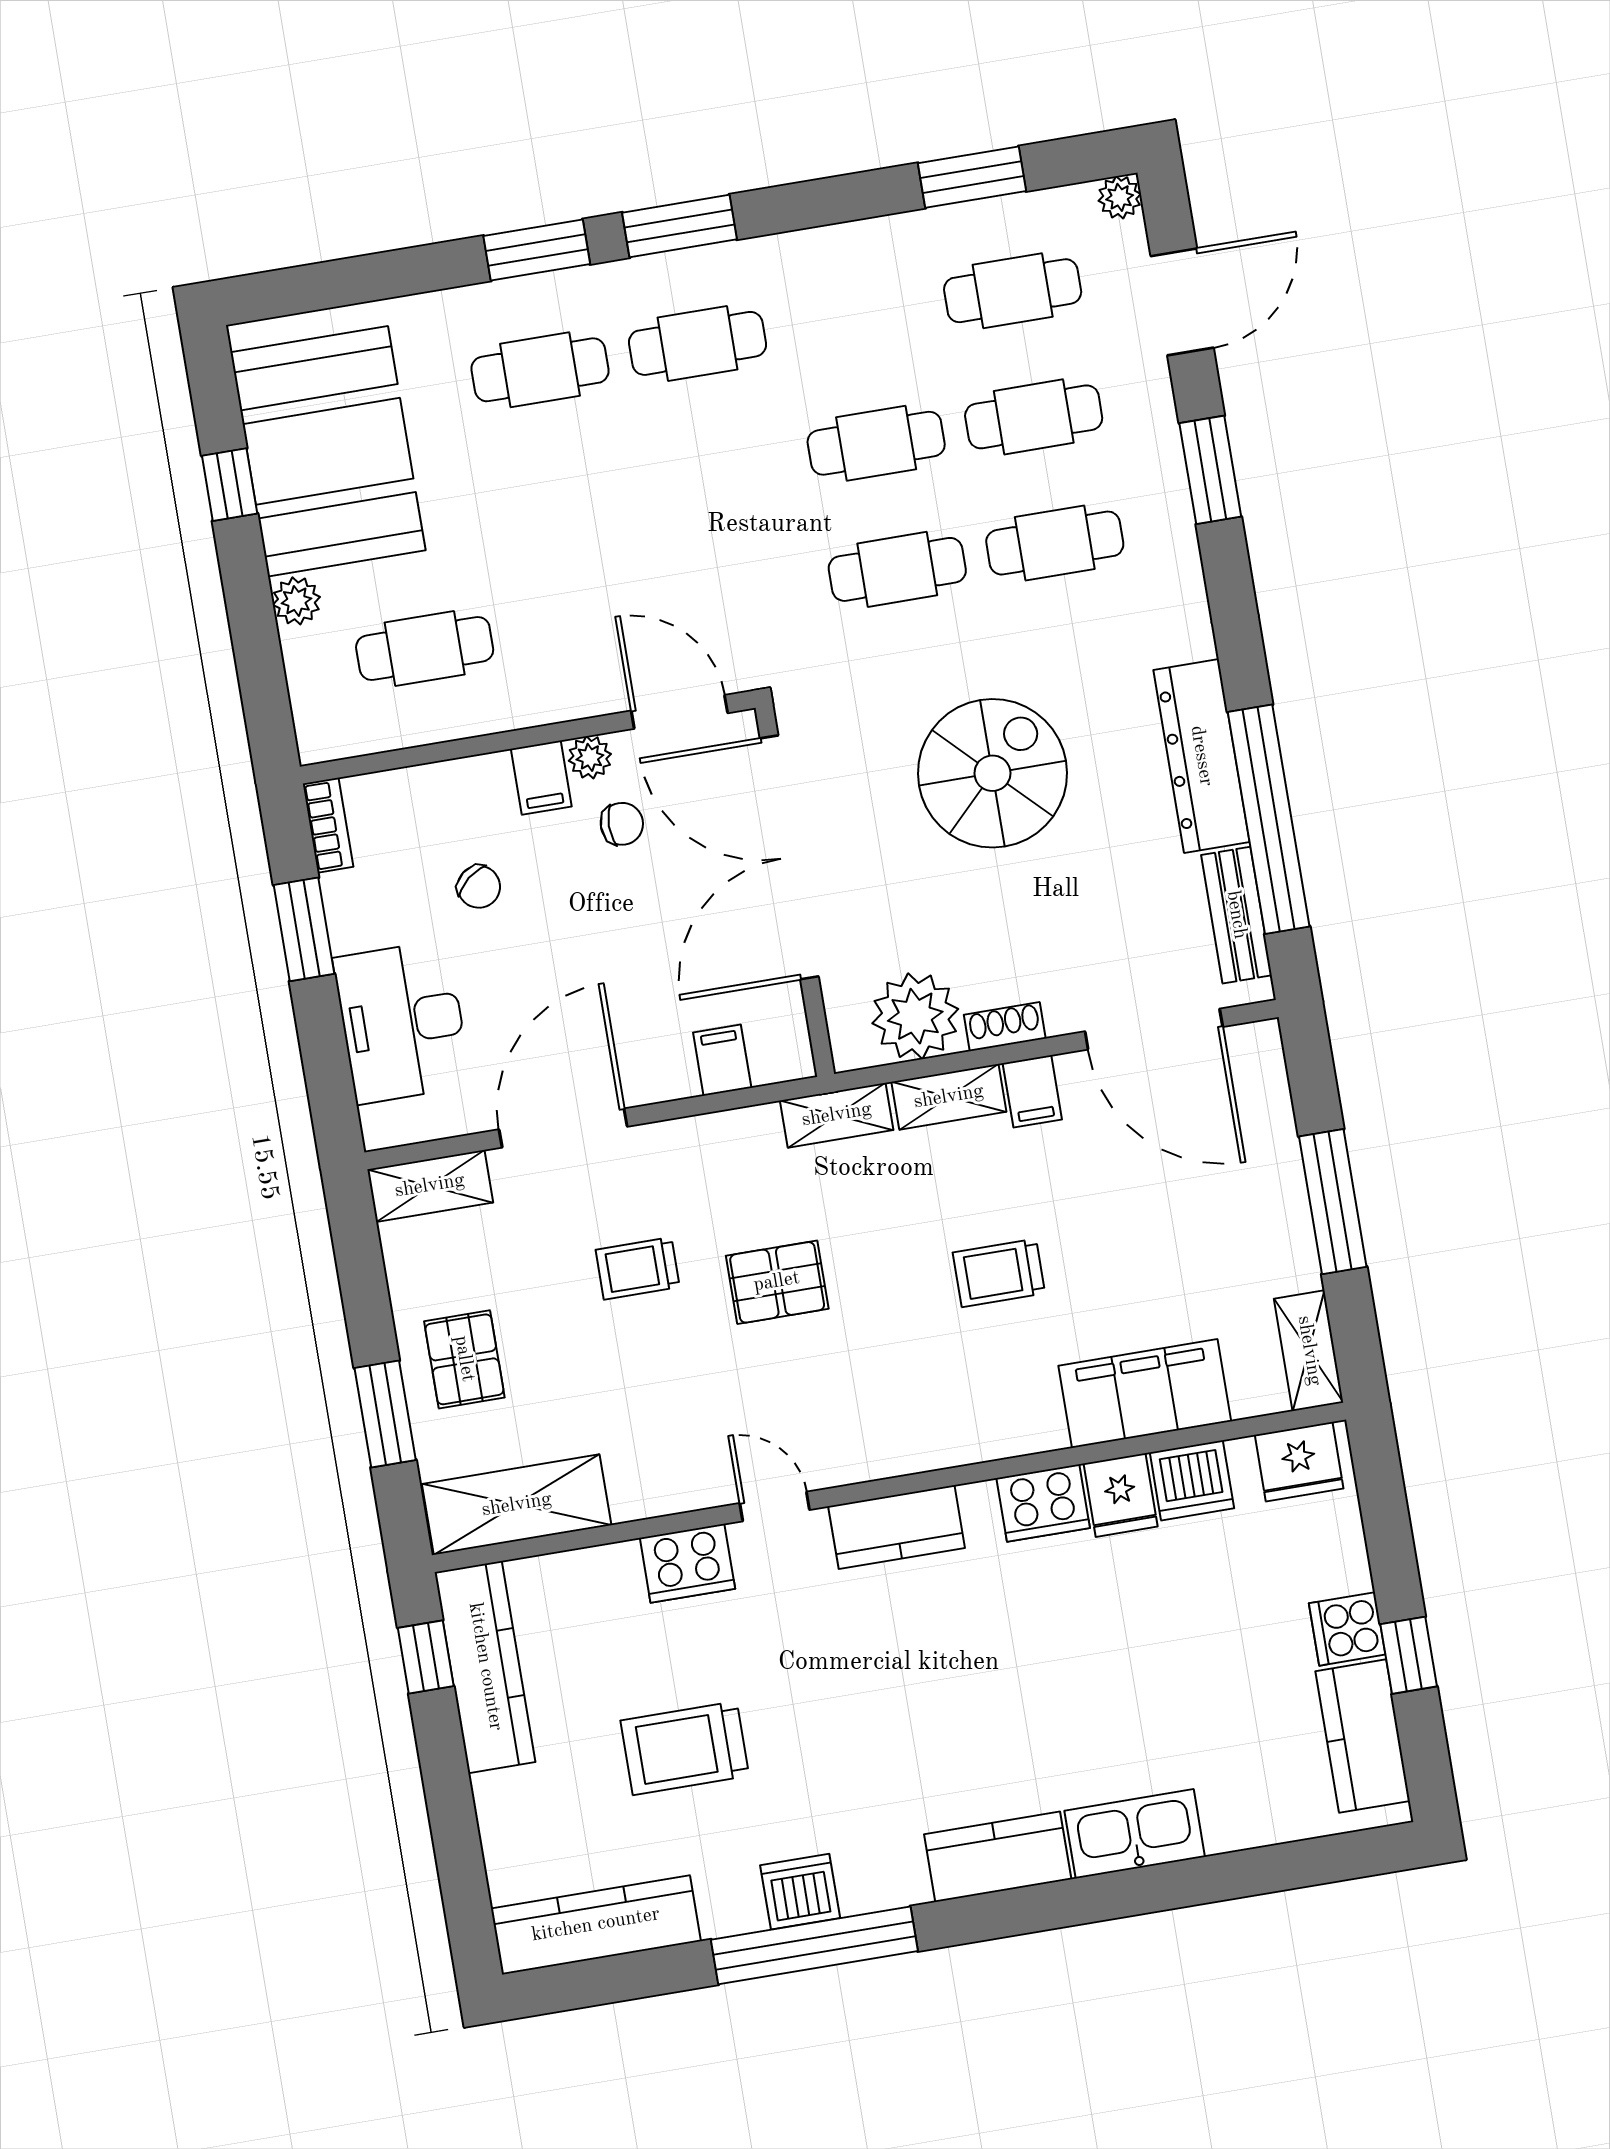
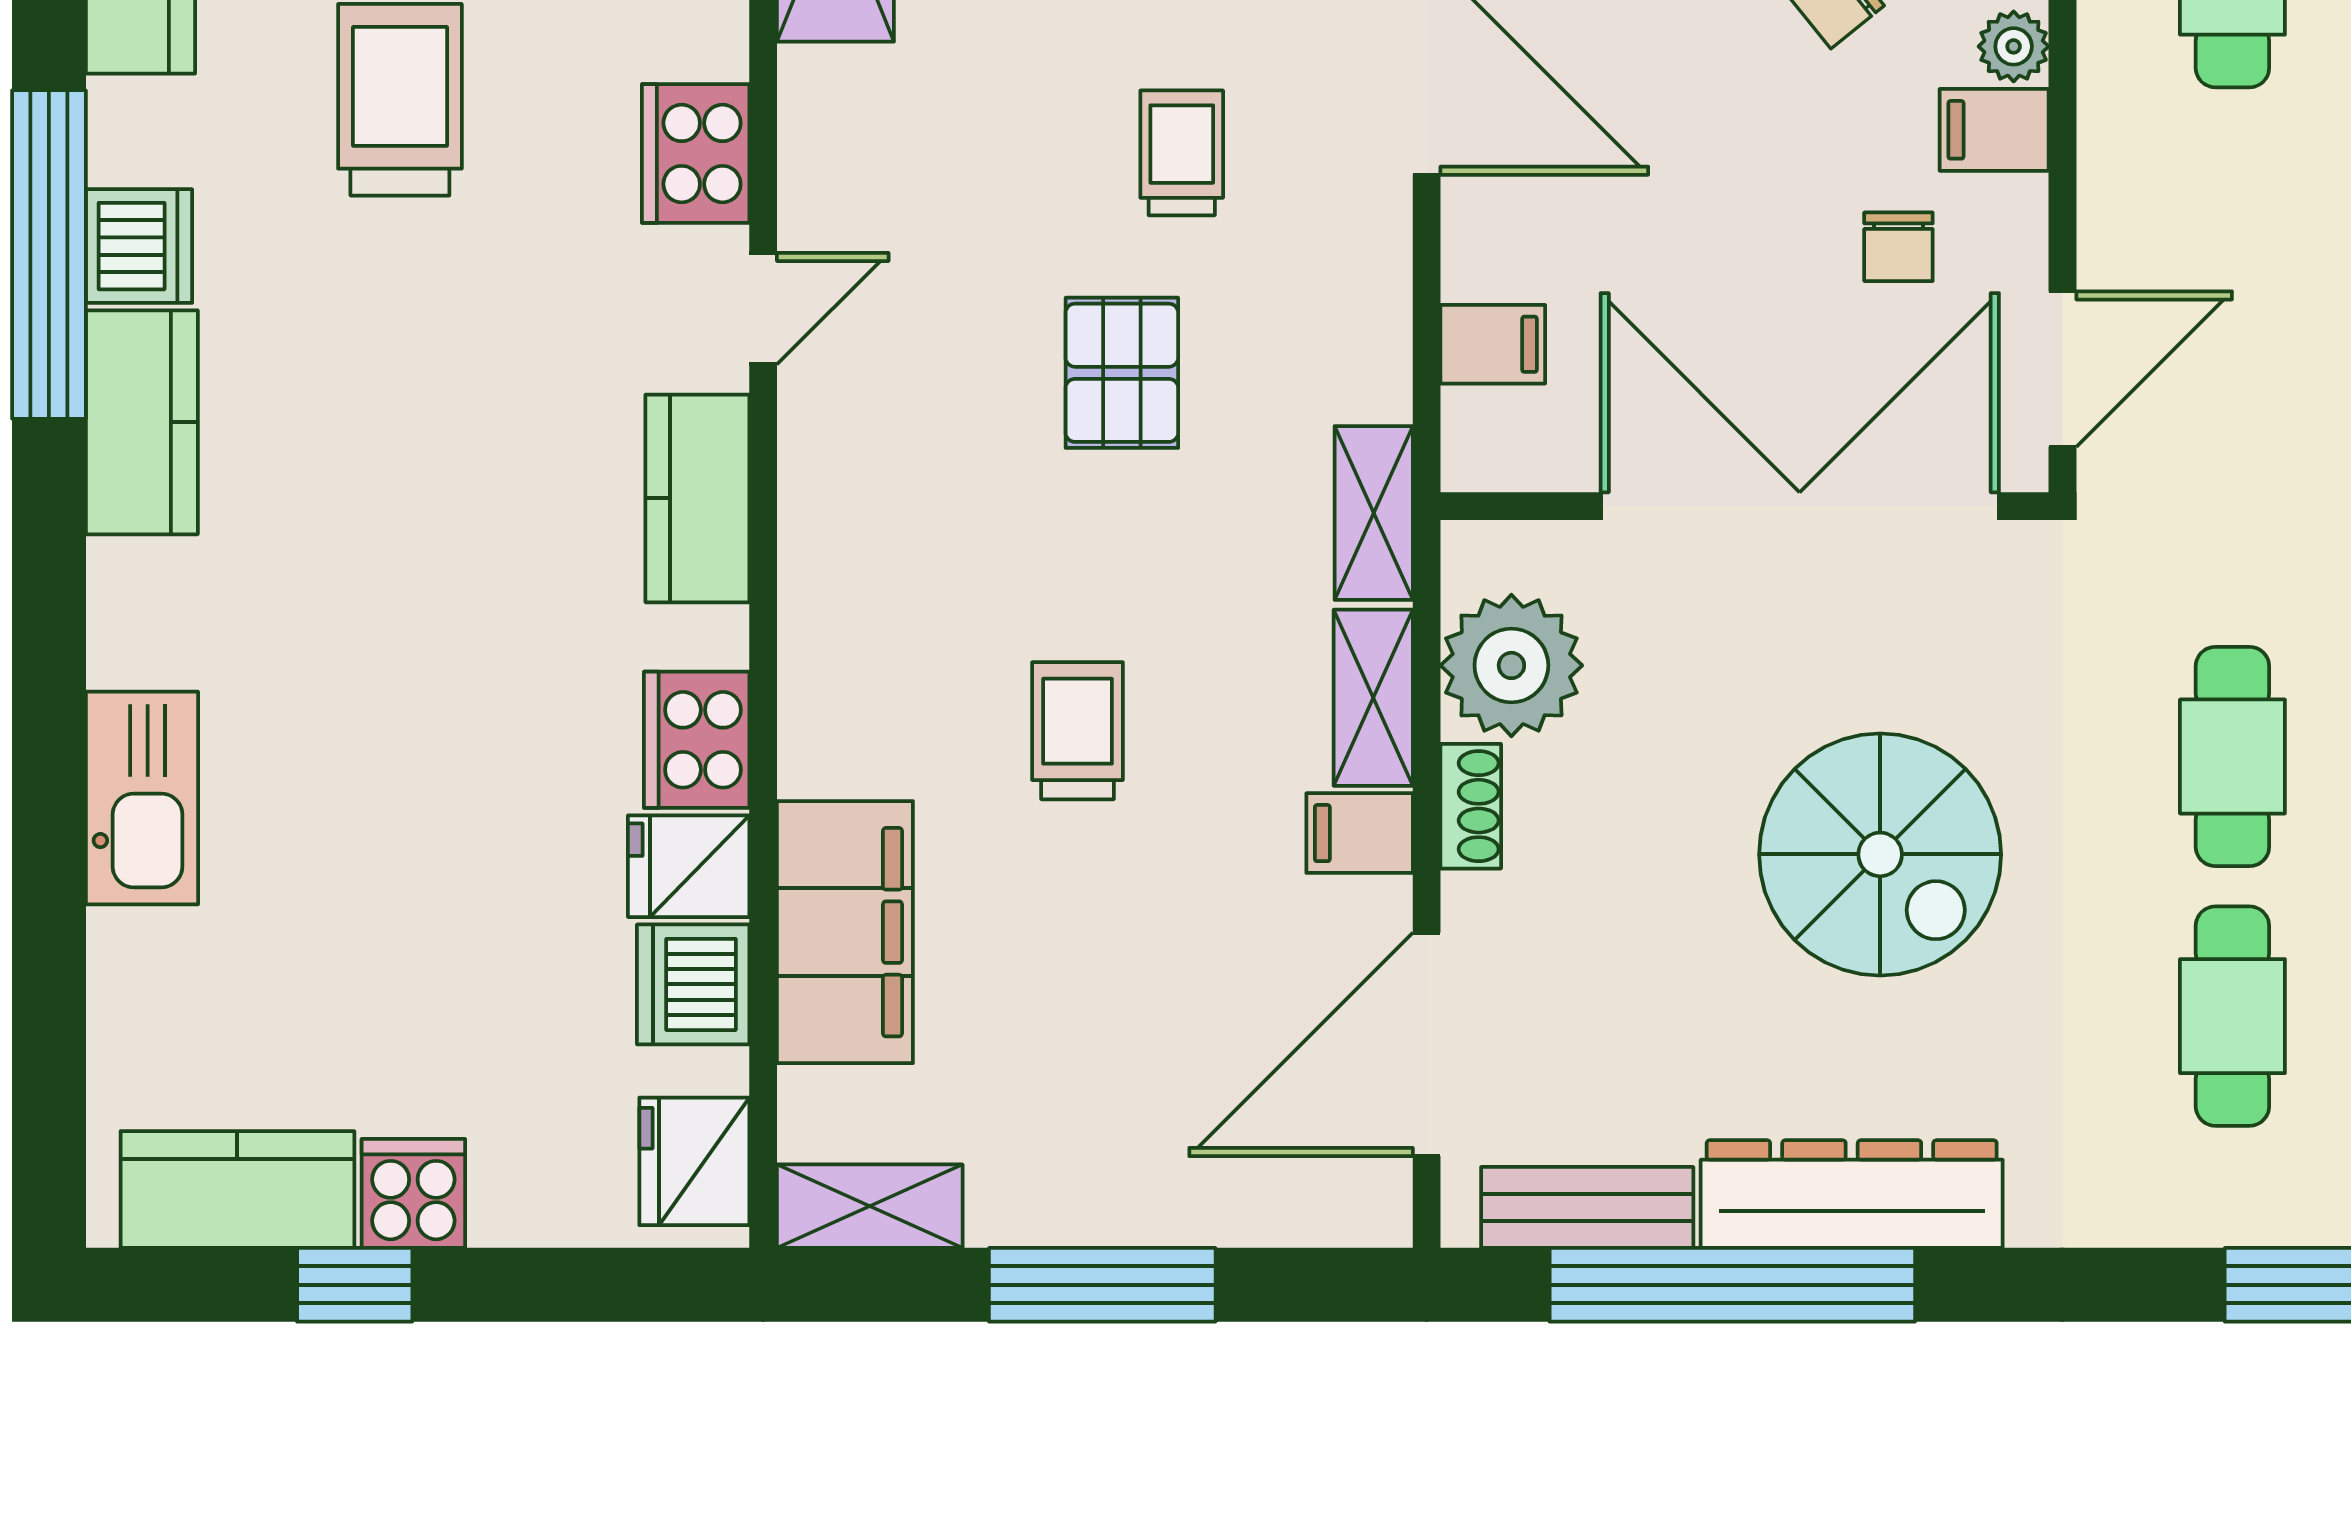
plant: (590, 757) -> (2014, 46), moved
kitchen counter: (998, 1857) -> (142, 422), moved

